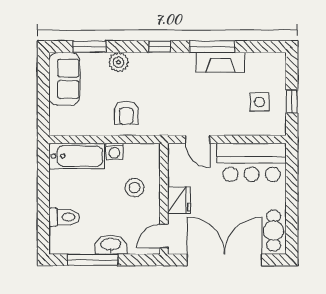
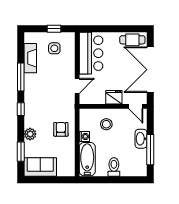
fireplace: (220, 62) -> (30, 58), moved
armchair: (126, 113) -> (61, 129), turned -90
toilet: (64, 217) -> (114, 167), moved

